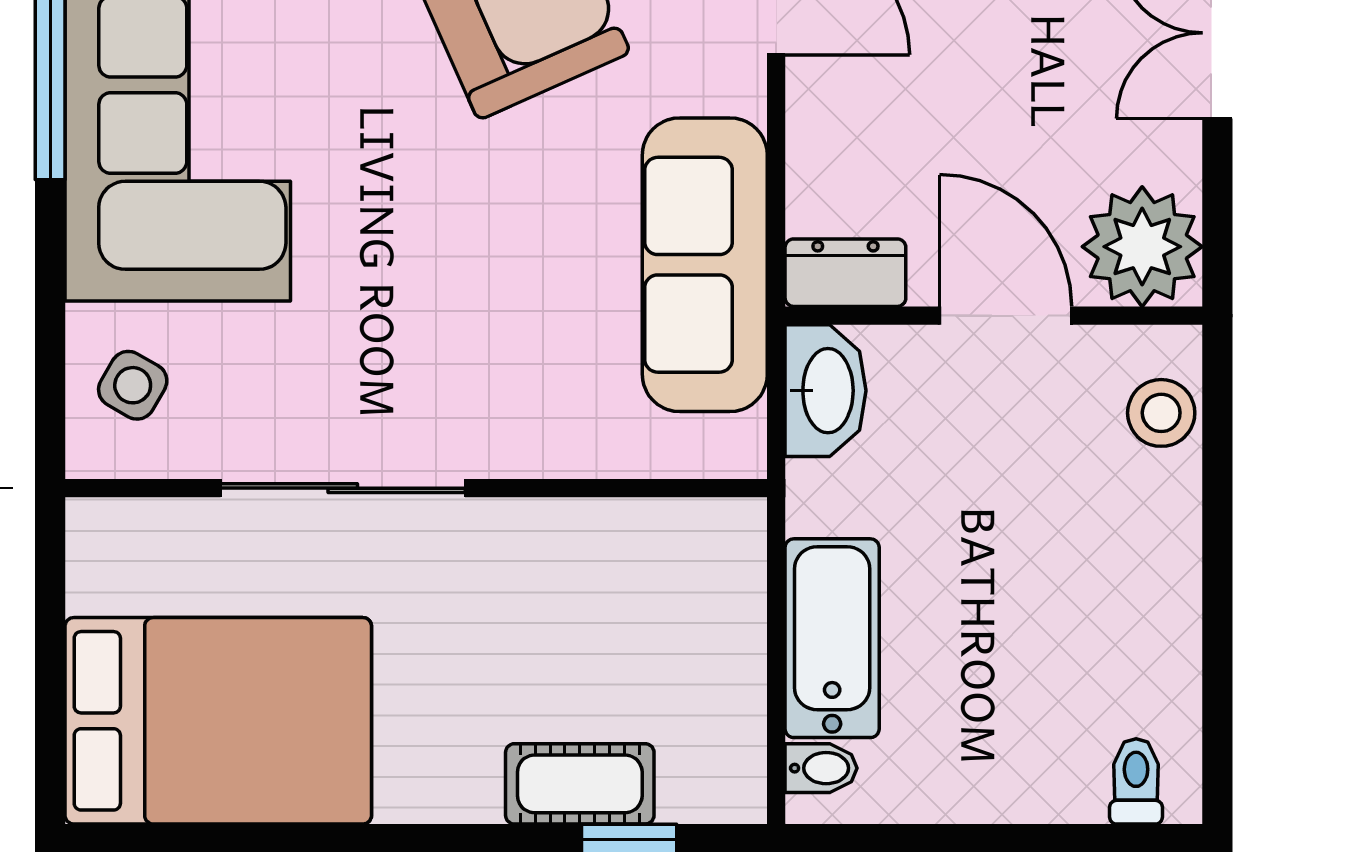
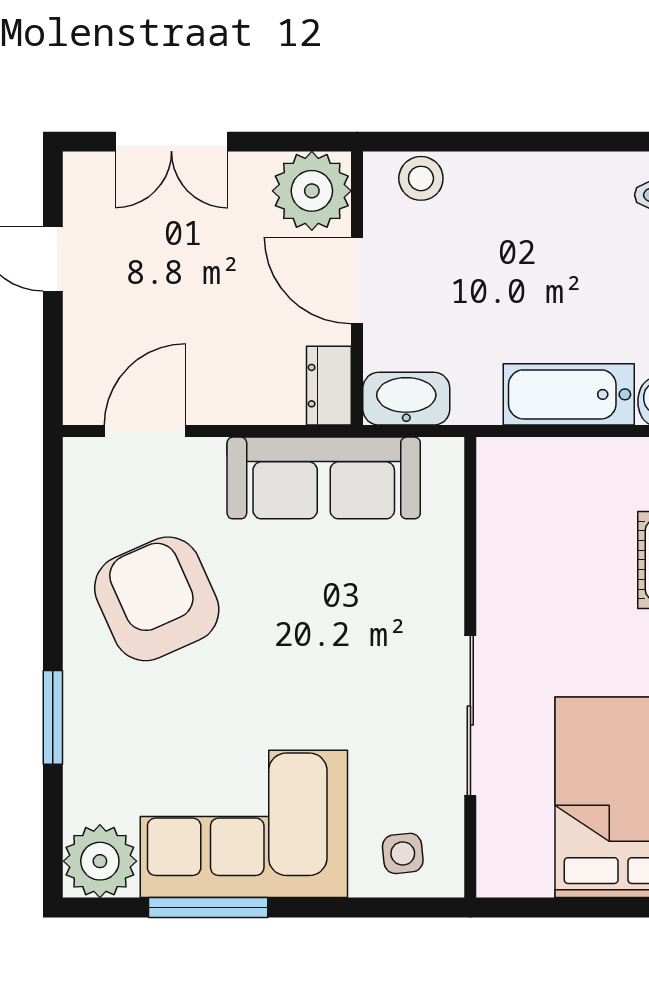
door: (1006, 316) -> (357, 280), hinge flipped
side table: (133, 385) -> (403, 853), turned -36

